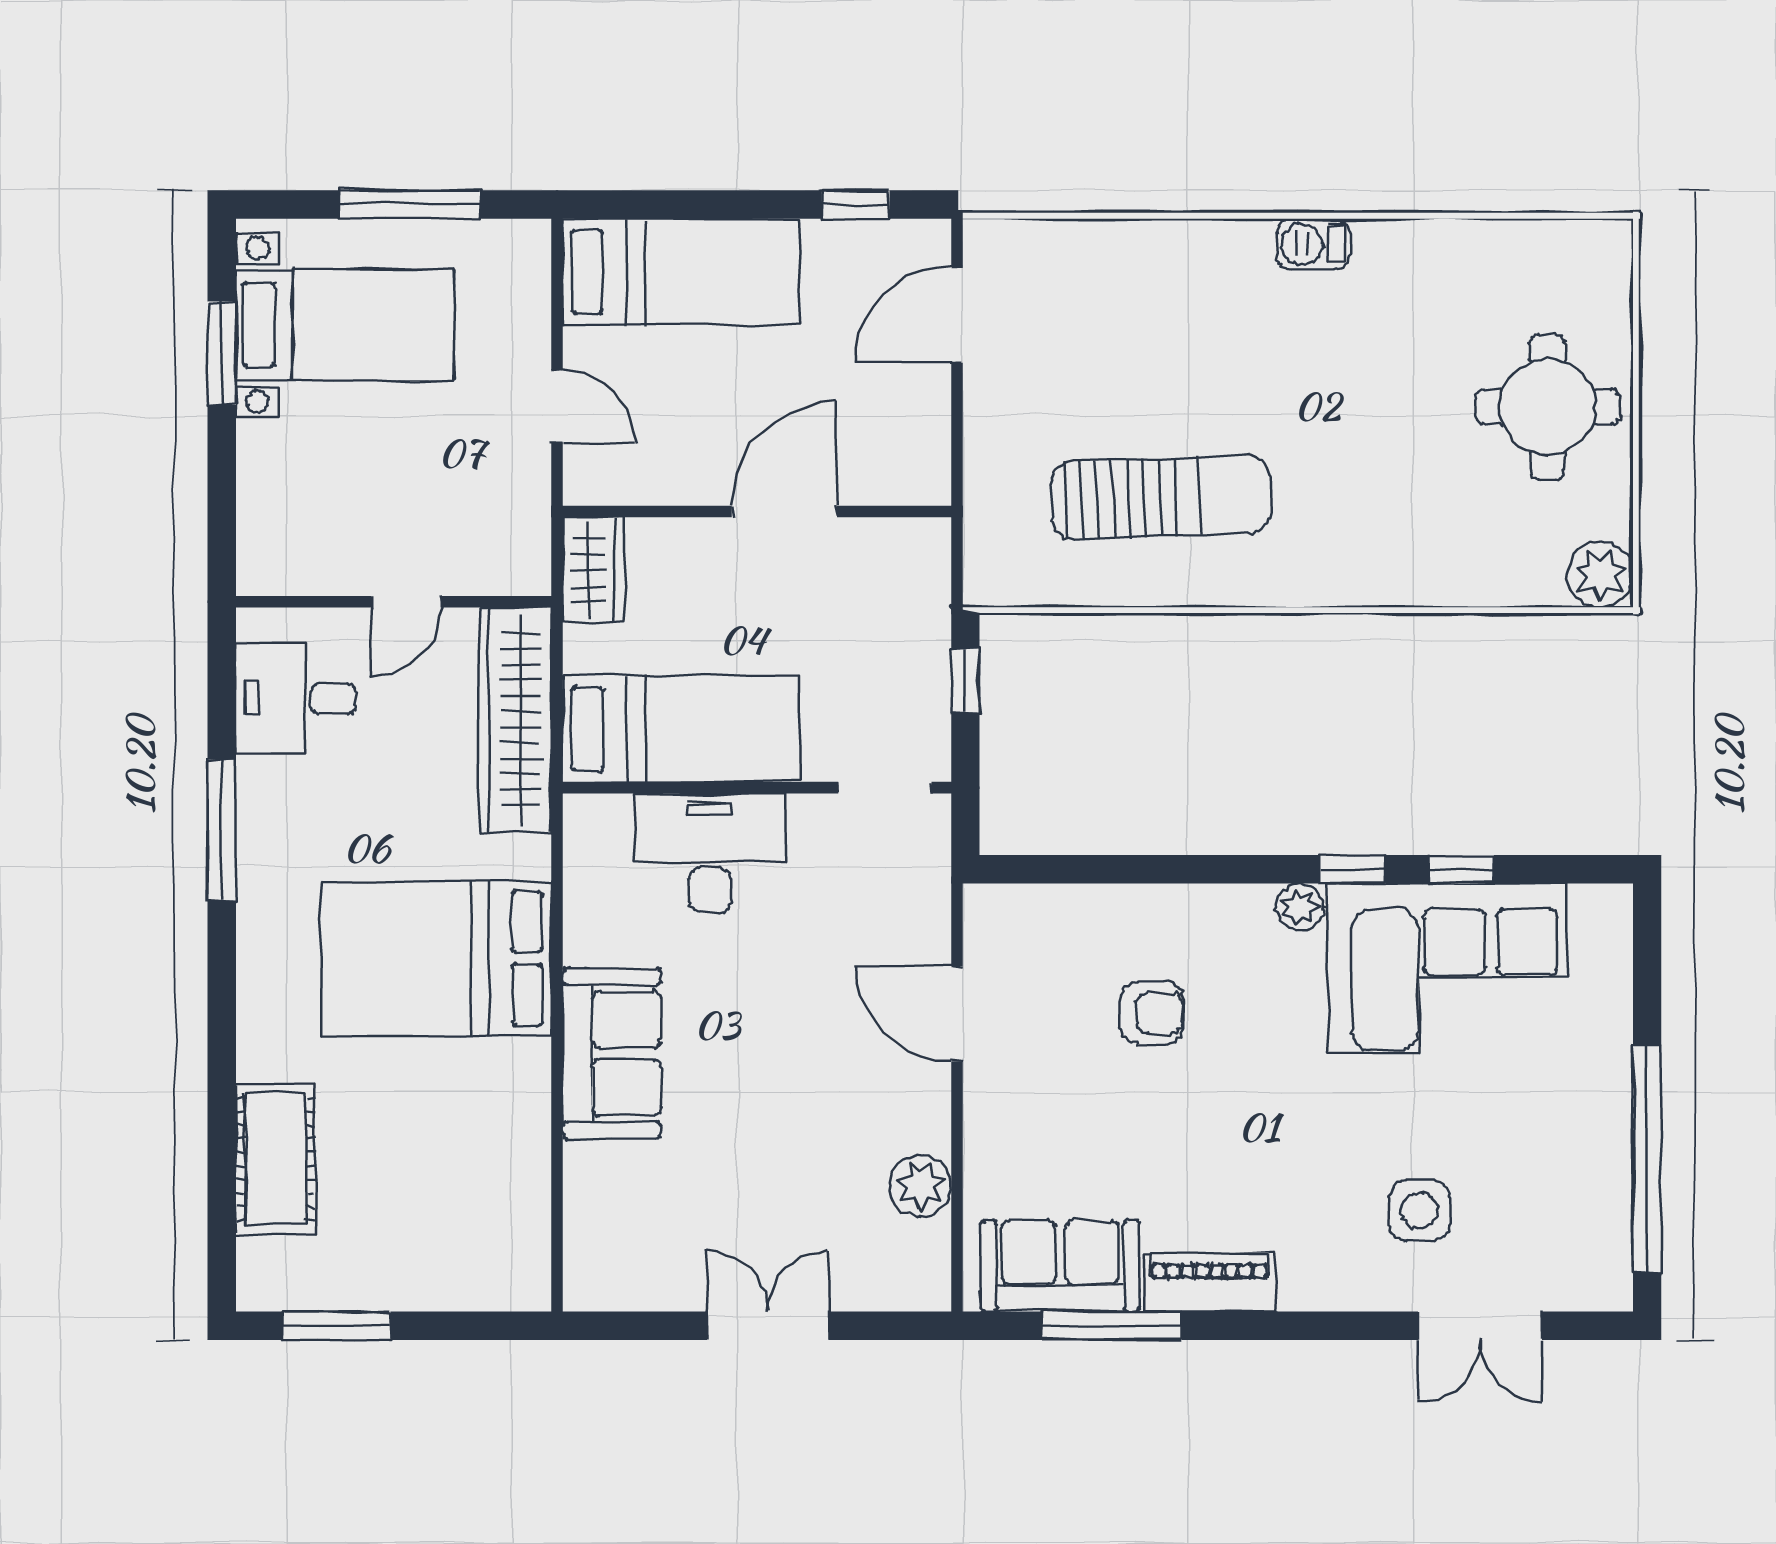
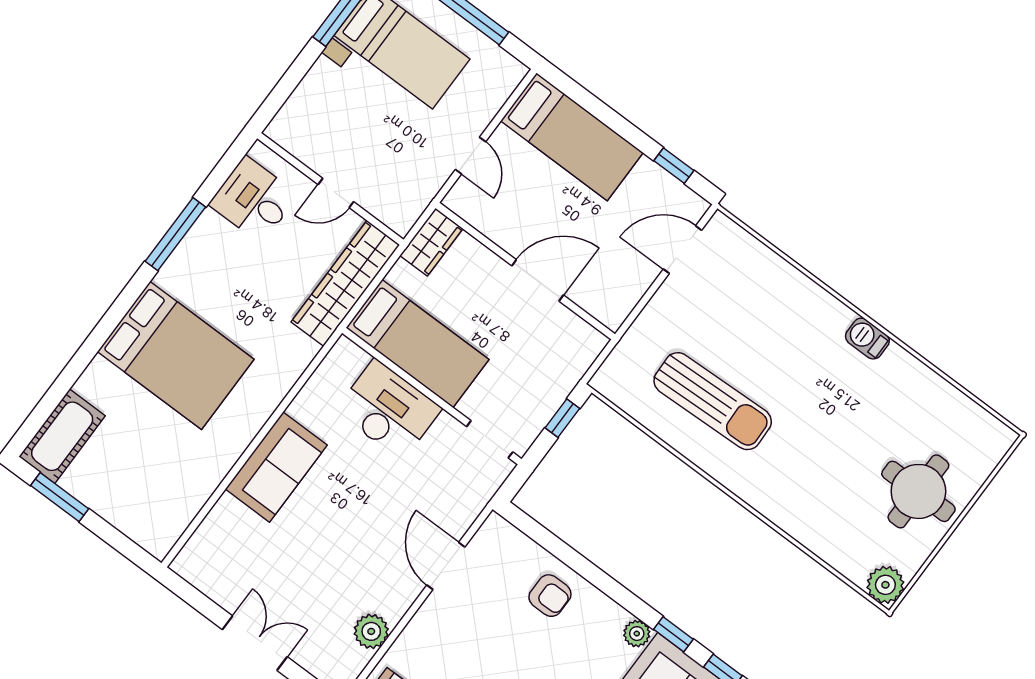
bed: (436, 958) -> (176, 356), moved, turned 180
armchair: (1152, 1013) -> (550, 596), moved
cot: (276, 1159) -> (62, 436), moved

